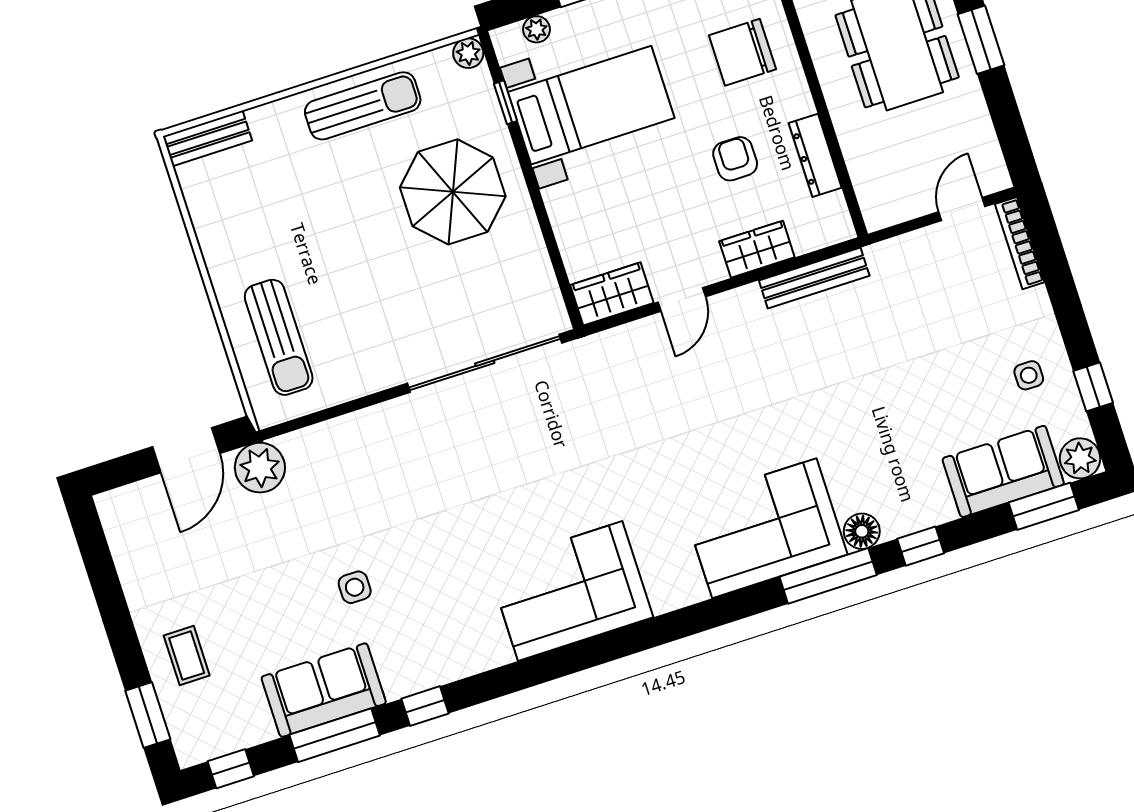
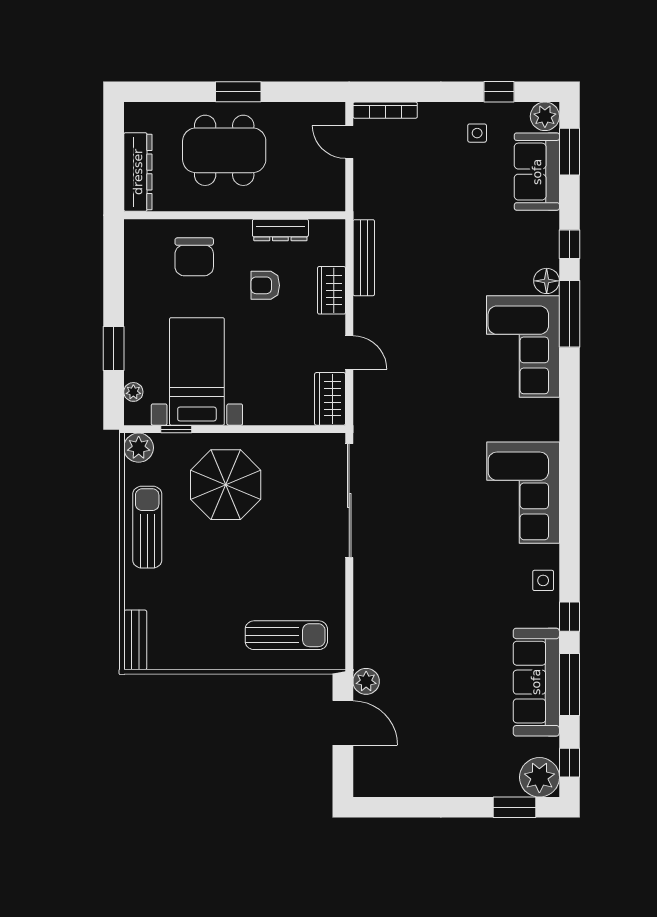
plant: (468, 53) -> (139, 448), width x1.38, depth x1.38
plant: (260, 468) -> (366, 681), width x0.73, depth x0.73
side table: (355, 587) -> (543, 580), moved
coffee table: (187, 656) -> (483, 768), removed
sofa: (324, 690) -> (536, 682), width x1.36
plant: (198, 735) -> (539, 777), added

